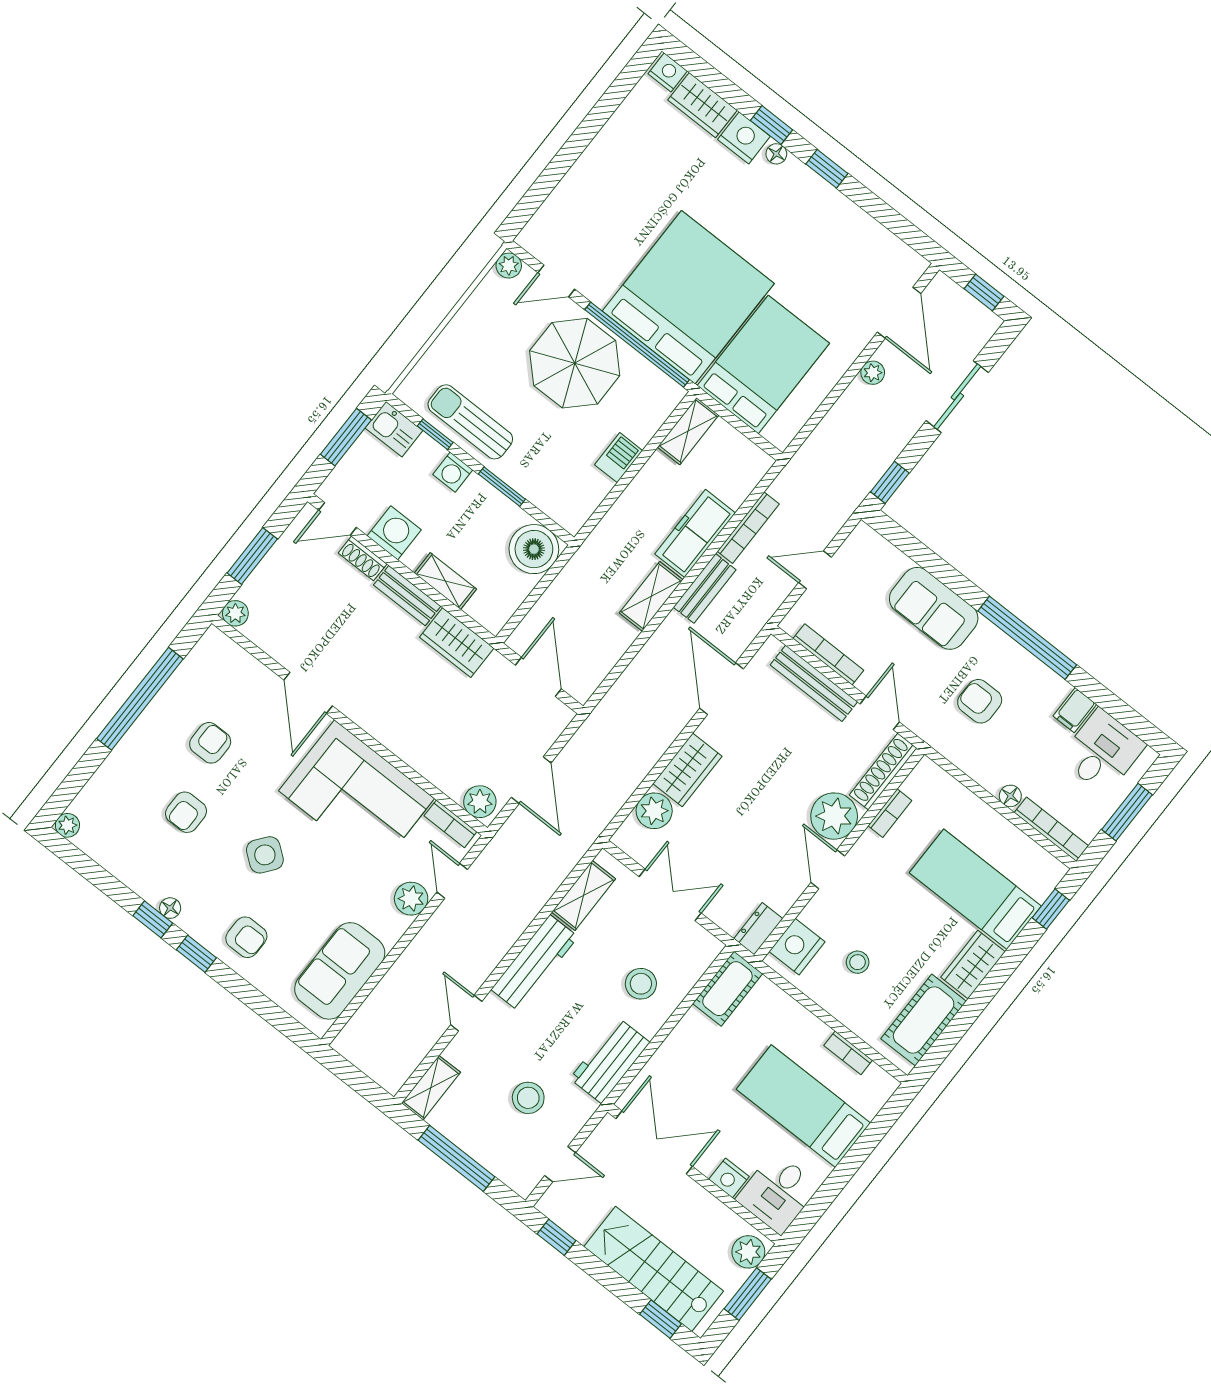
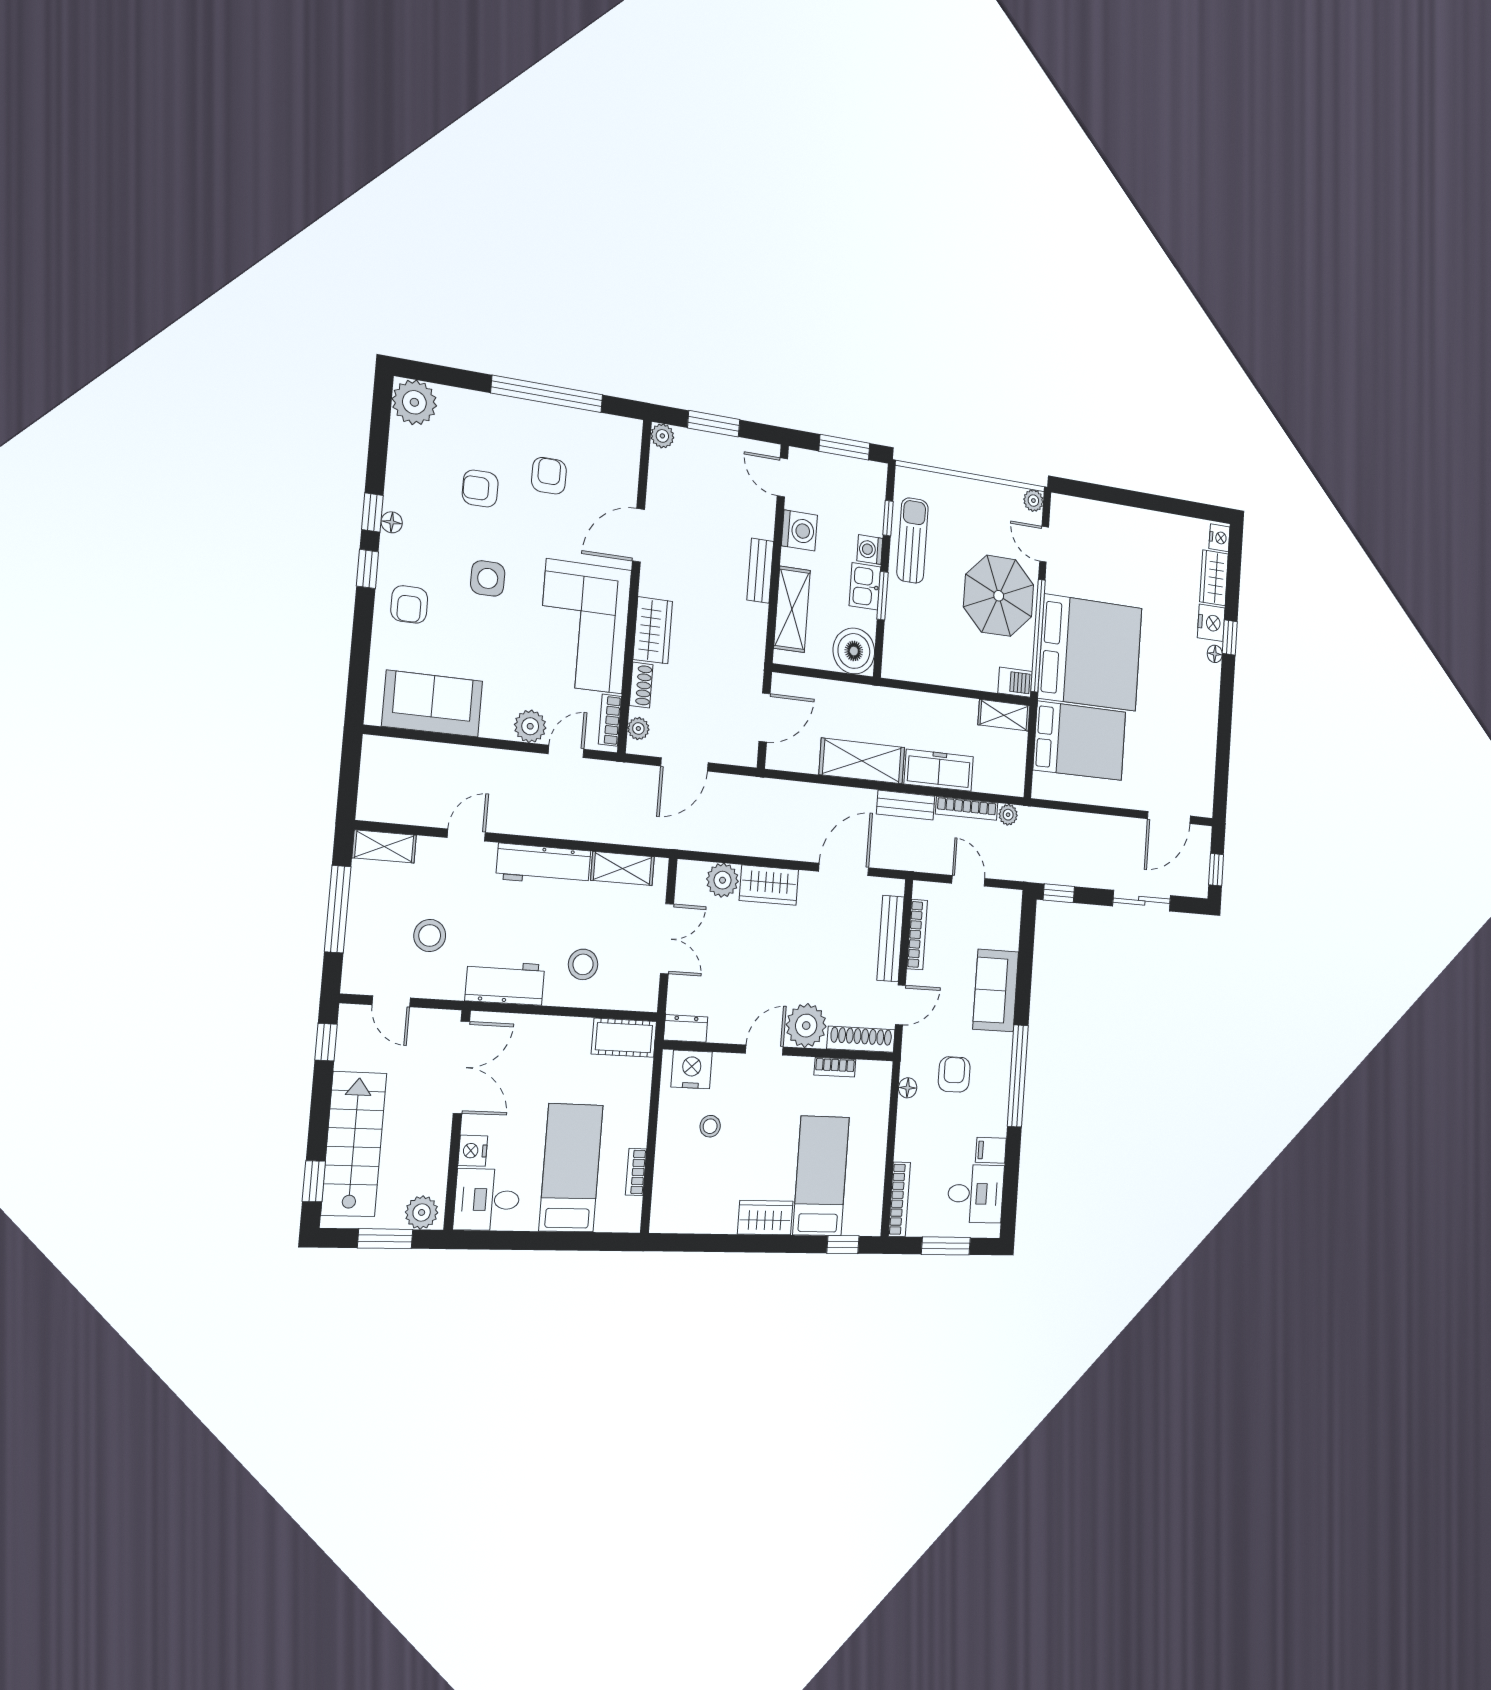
window: (827, 169) -> (1226, 698), removed
plant: (873, 373) -> (1008, 815), moved
kitchen sink: (394, 429) -> (865, 586), moved
barbecue: (619, 458) -> (1015, 682), moved
shoe rack: (363, 558) -> (641, 685), moved, turned 180
shelving: (445, 581) -> (792, 609), width x1.50, depth x1.33
shelving: (651, 596) -> (862, 761), width x1.50, depth x1.33
wardrobe: (457, 643) -> (653, 630), moved, turned 180
armchair: (210, 743) -> (549, 476), turned -90
floor lamp: (1010, 796) -> (908, 1088), moved
plant: (480, 802) -> (638, 729), width x0.73, depth x0.73
plant: (67, 825) -> (414, 402), width x1.87, depth x1.87
side table: (265, 855) -> (488, 578), turned -38
cot: (924, 1020) -> (700, 1212), removed

